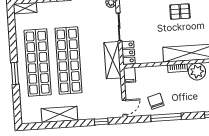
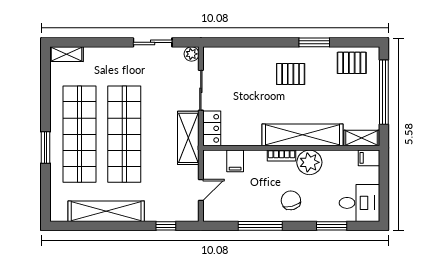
filing cabinet: (129, 75) -> (235, 161), moved
chair: (156, 101) -> (291, 200), moved
door: (124, 107) -> (201, 190), moved
shelving: (59, 114) -> (106, 211), width x1.47

